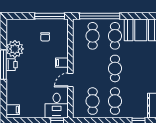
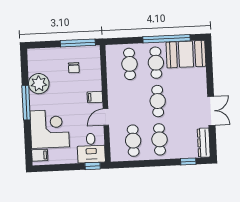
window: (100, 16) -> (166, 39), moved
printer: (12, 65) -> (36, 102), removed
corner desk: (22, 88) -> (50, 129), added

